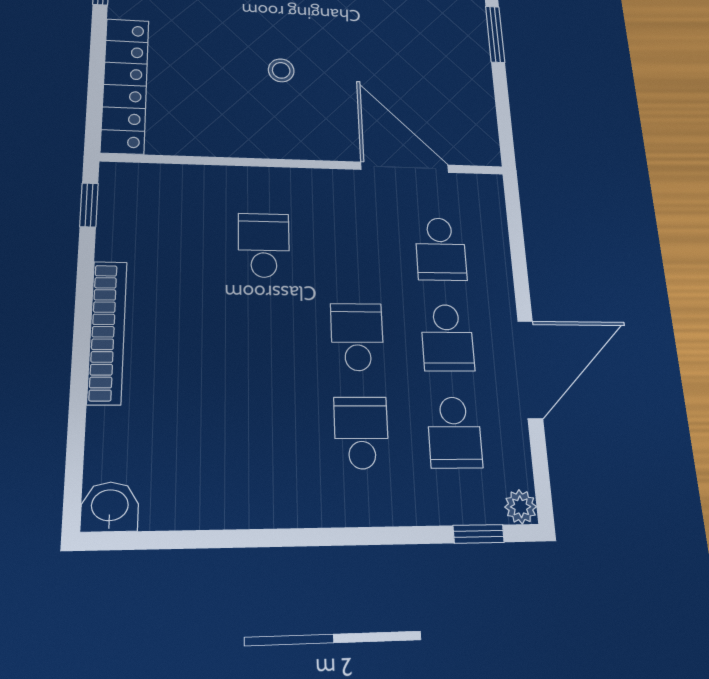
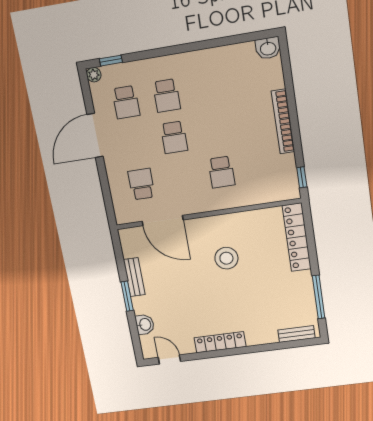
bench: (477, 67) -> (134, 277), added
stool: (281, 70) -> (226, 258), width x1.89, depth x1.89
school desk: (447, 338) -> (134, 144), removed
school desk: (455, 432) -> (126, 102), turned 180

